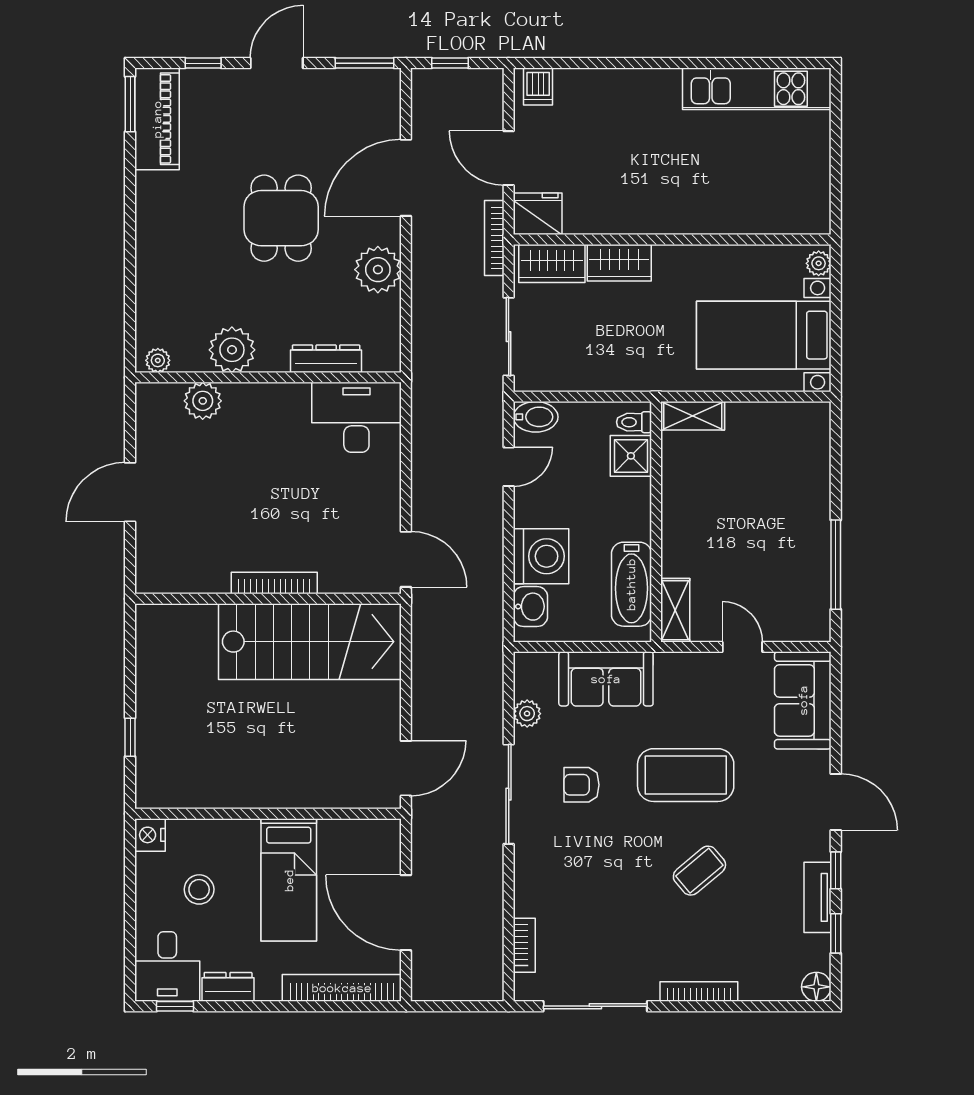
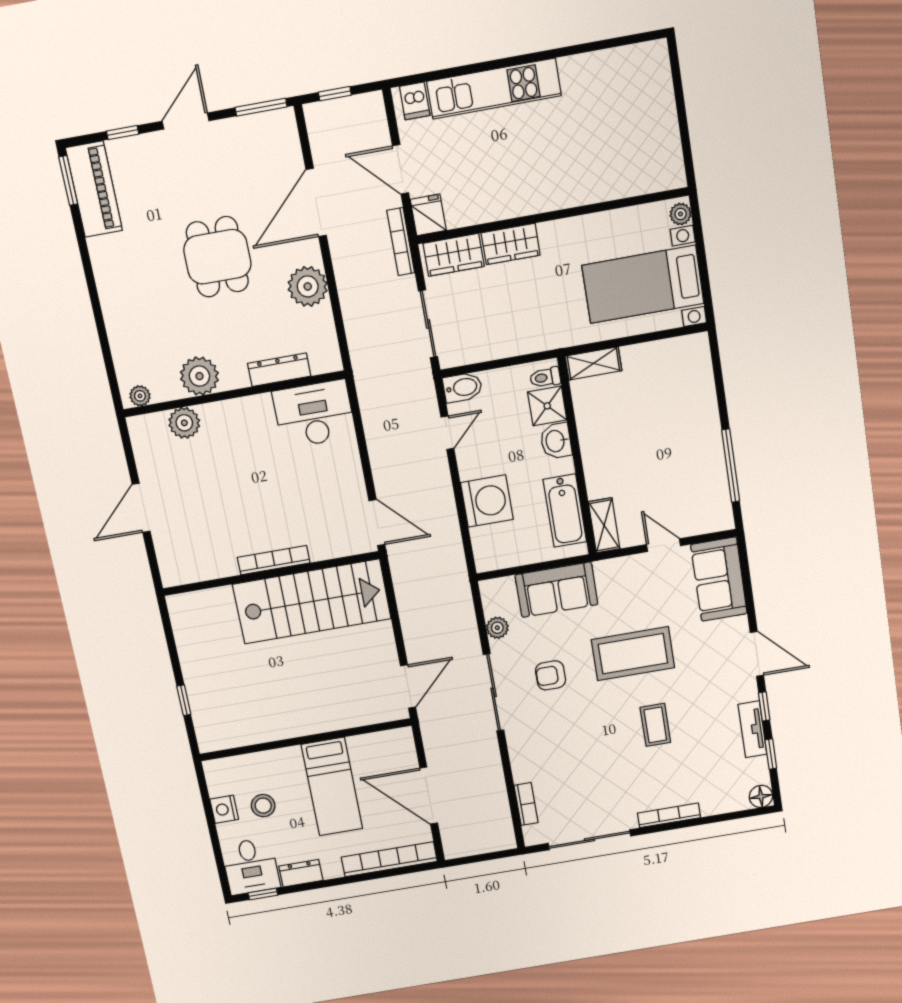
kitchen unit: (757, 89) -> (494, 89), moved
fridge: (538, 214) -> (428, 215), width x0.72
washbasin: (530, 607) -> (556, 441), moved, turned 180
nightstand: (150, 835) -> (224, 809), moved
coffee table: (699, 871) -> (655, 725), turned -50

